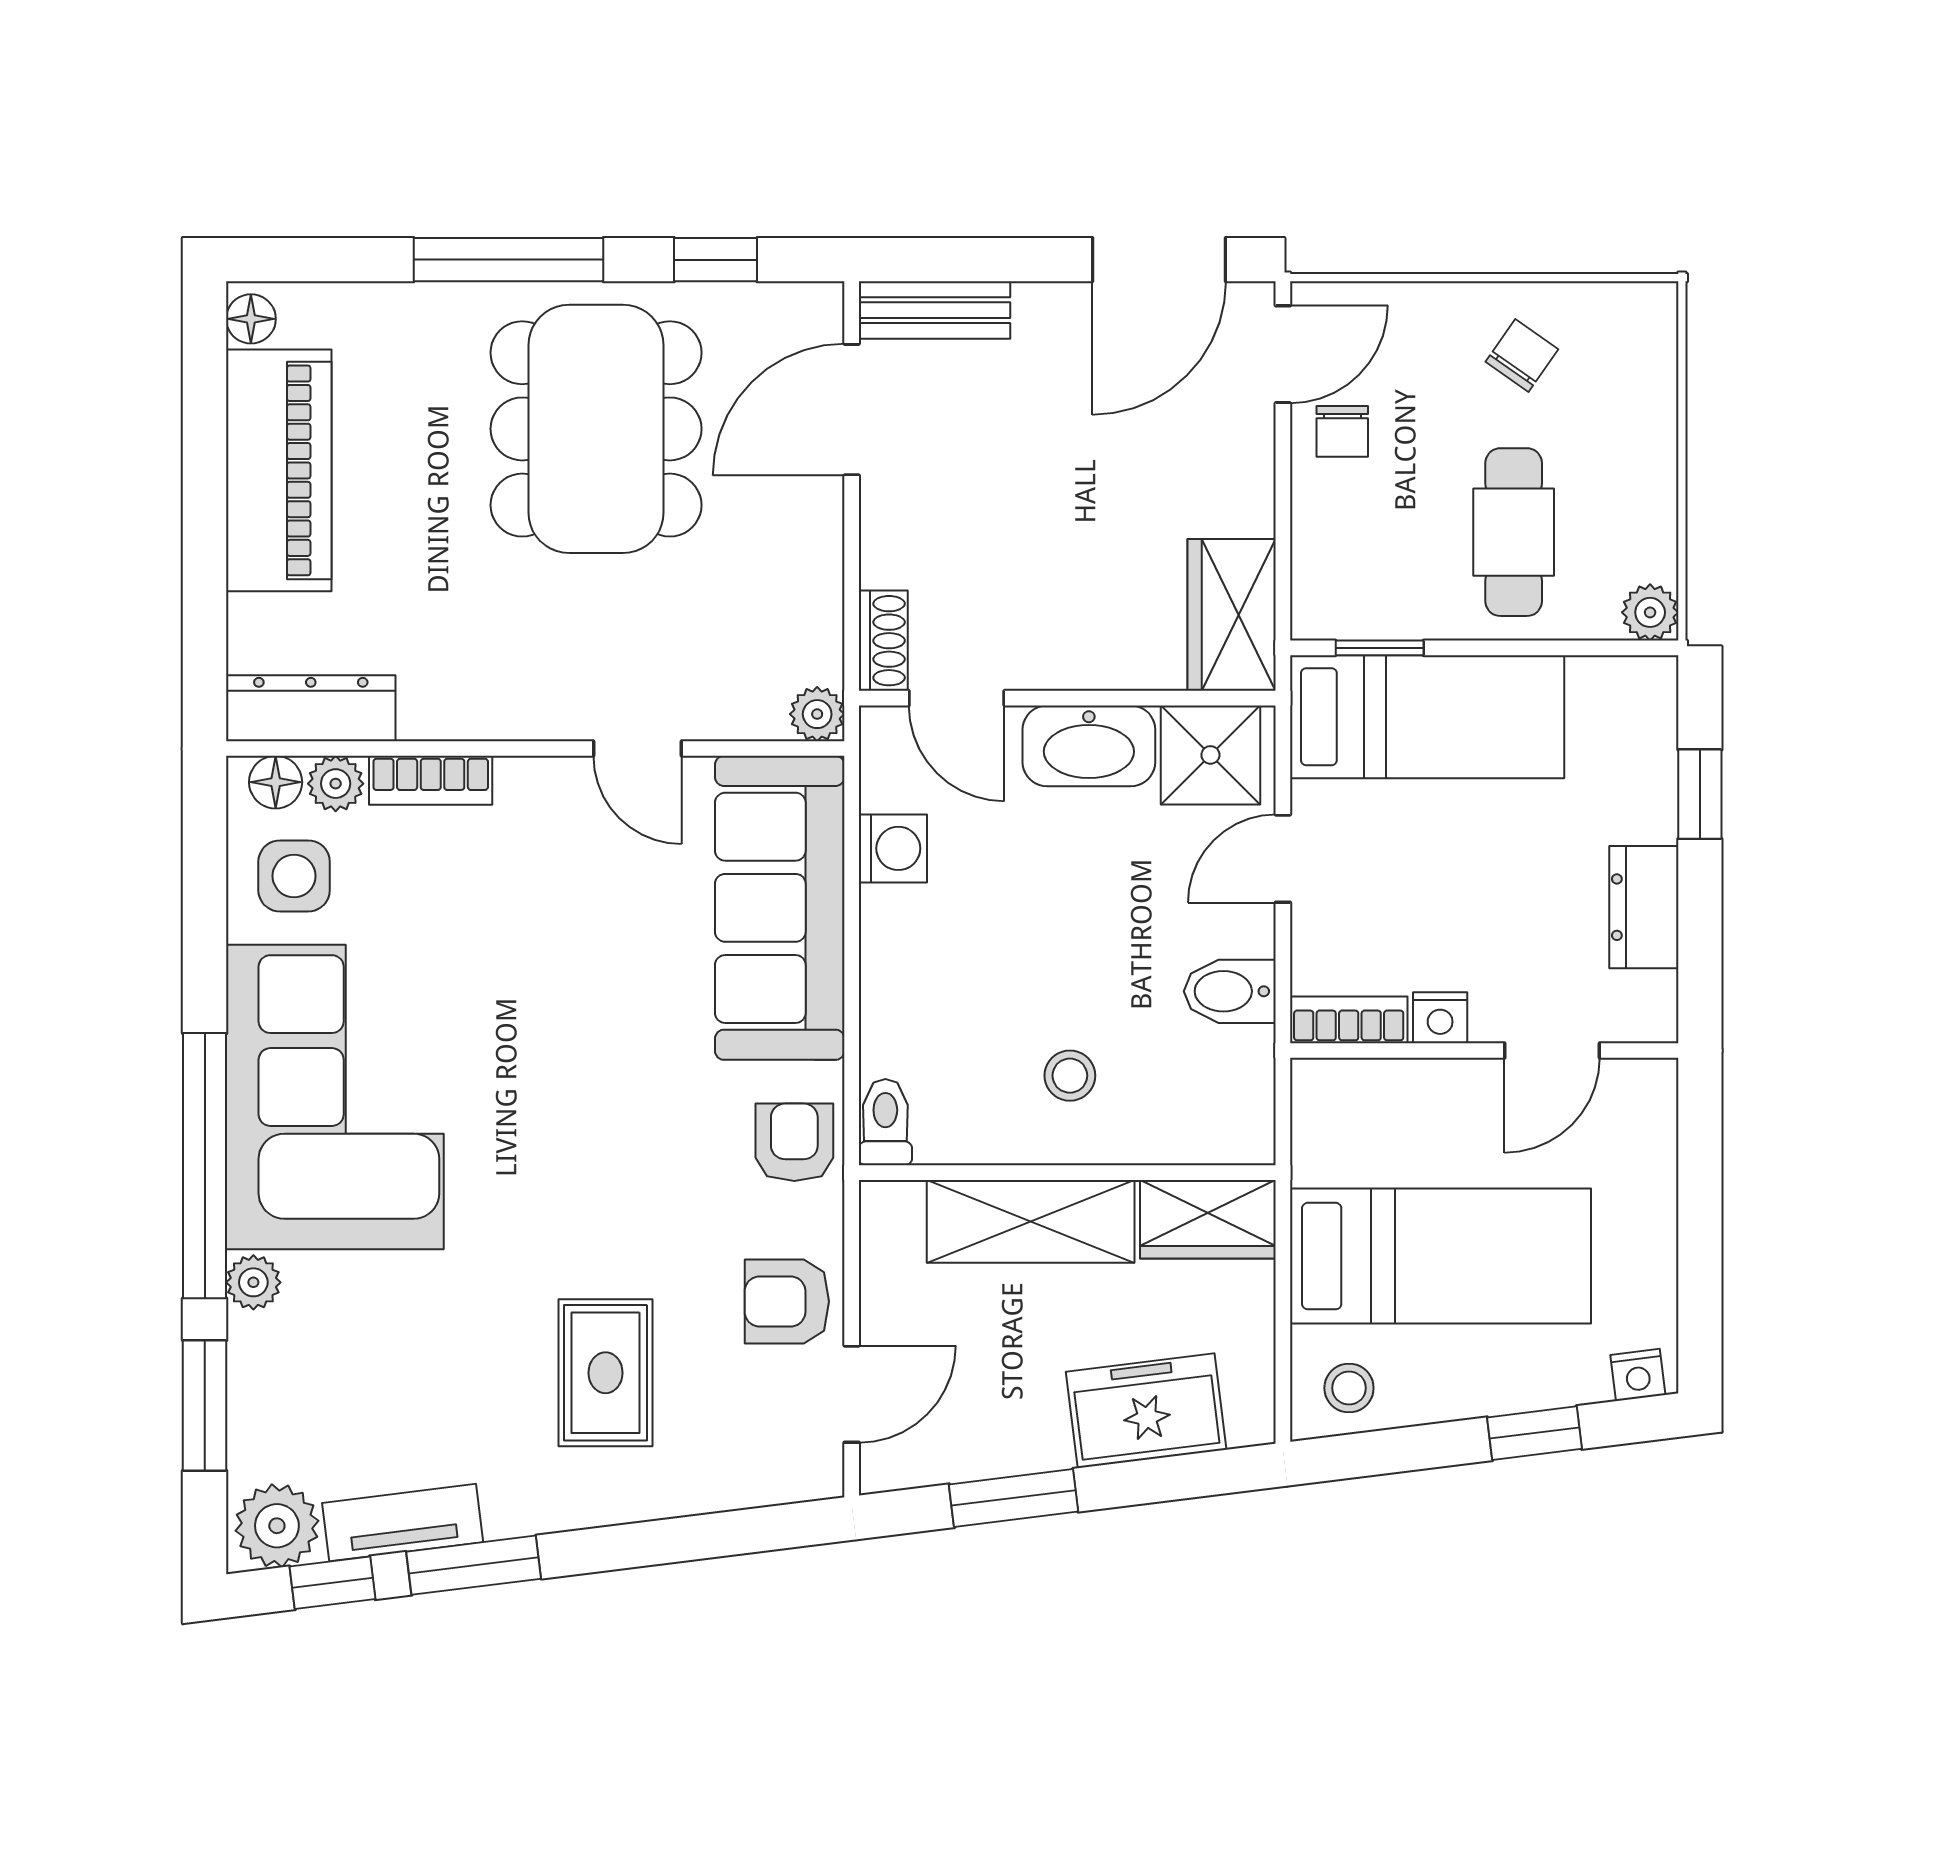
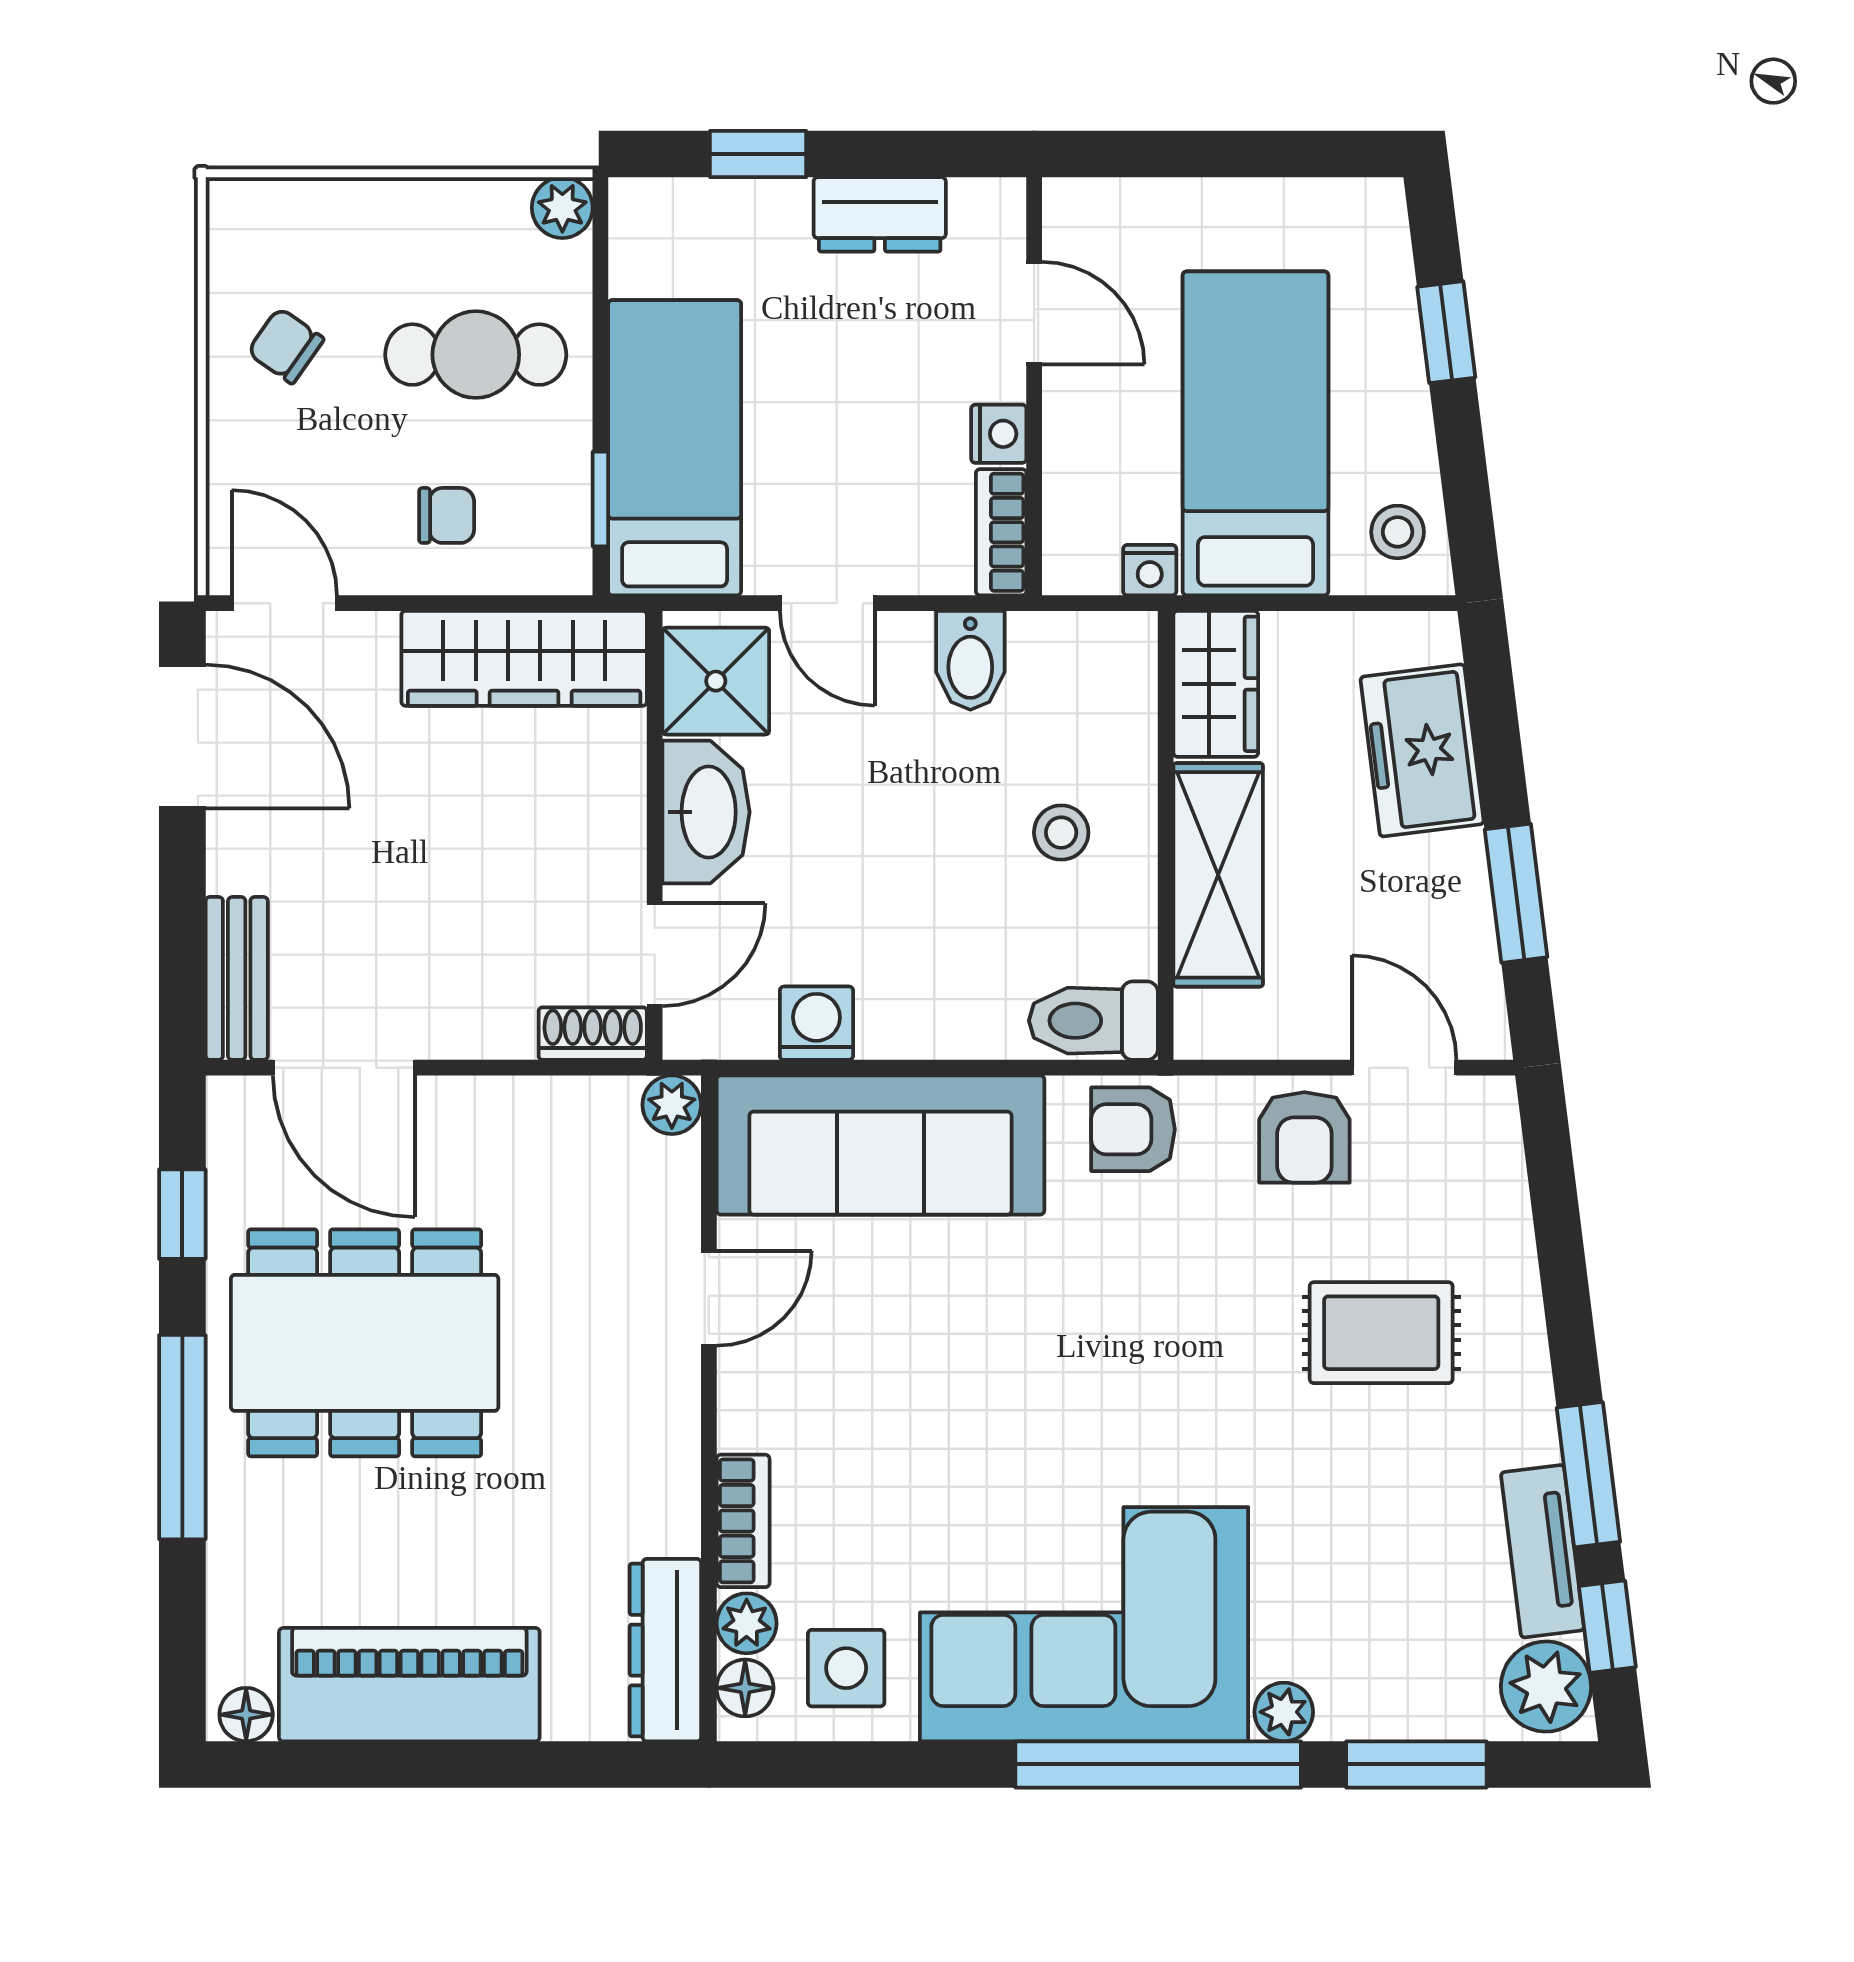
chair: (1342, 431) -> (447, 515), moved
wardrobe: (1232, 615) -> (524, 658), width x1.50
toilet: (885, 1122) -> (1093, 1021), width x1.37, depth x1.39
nightstand: (1638, 1375) -> (1150, 570), moved, turned 97

